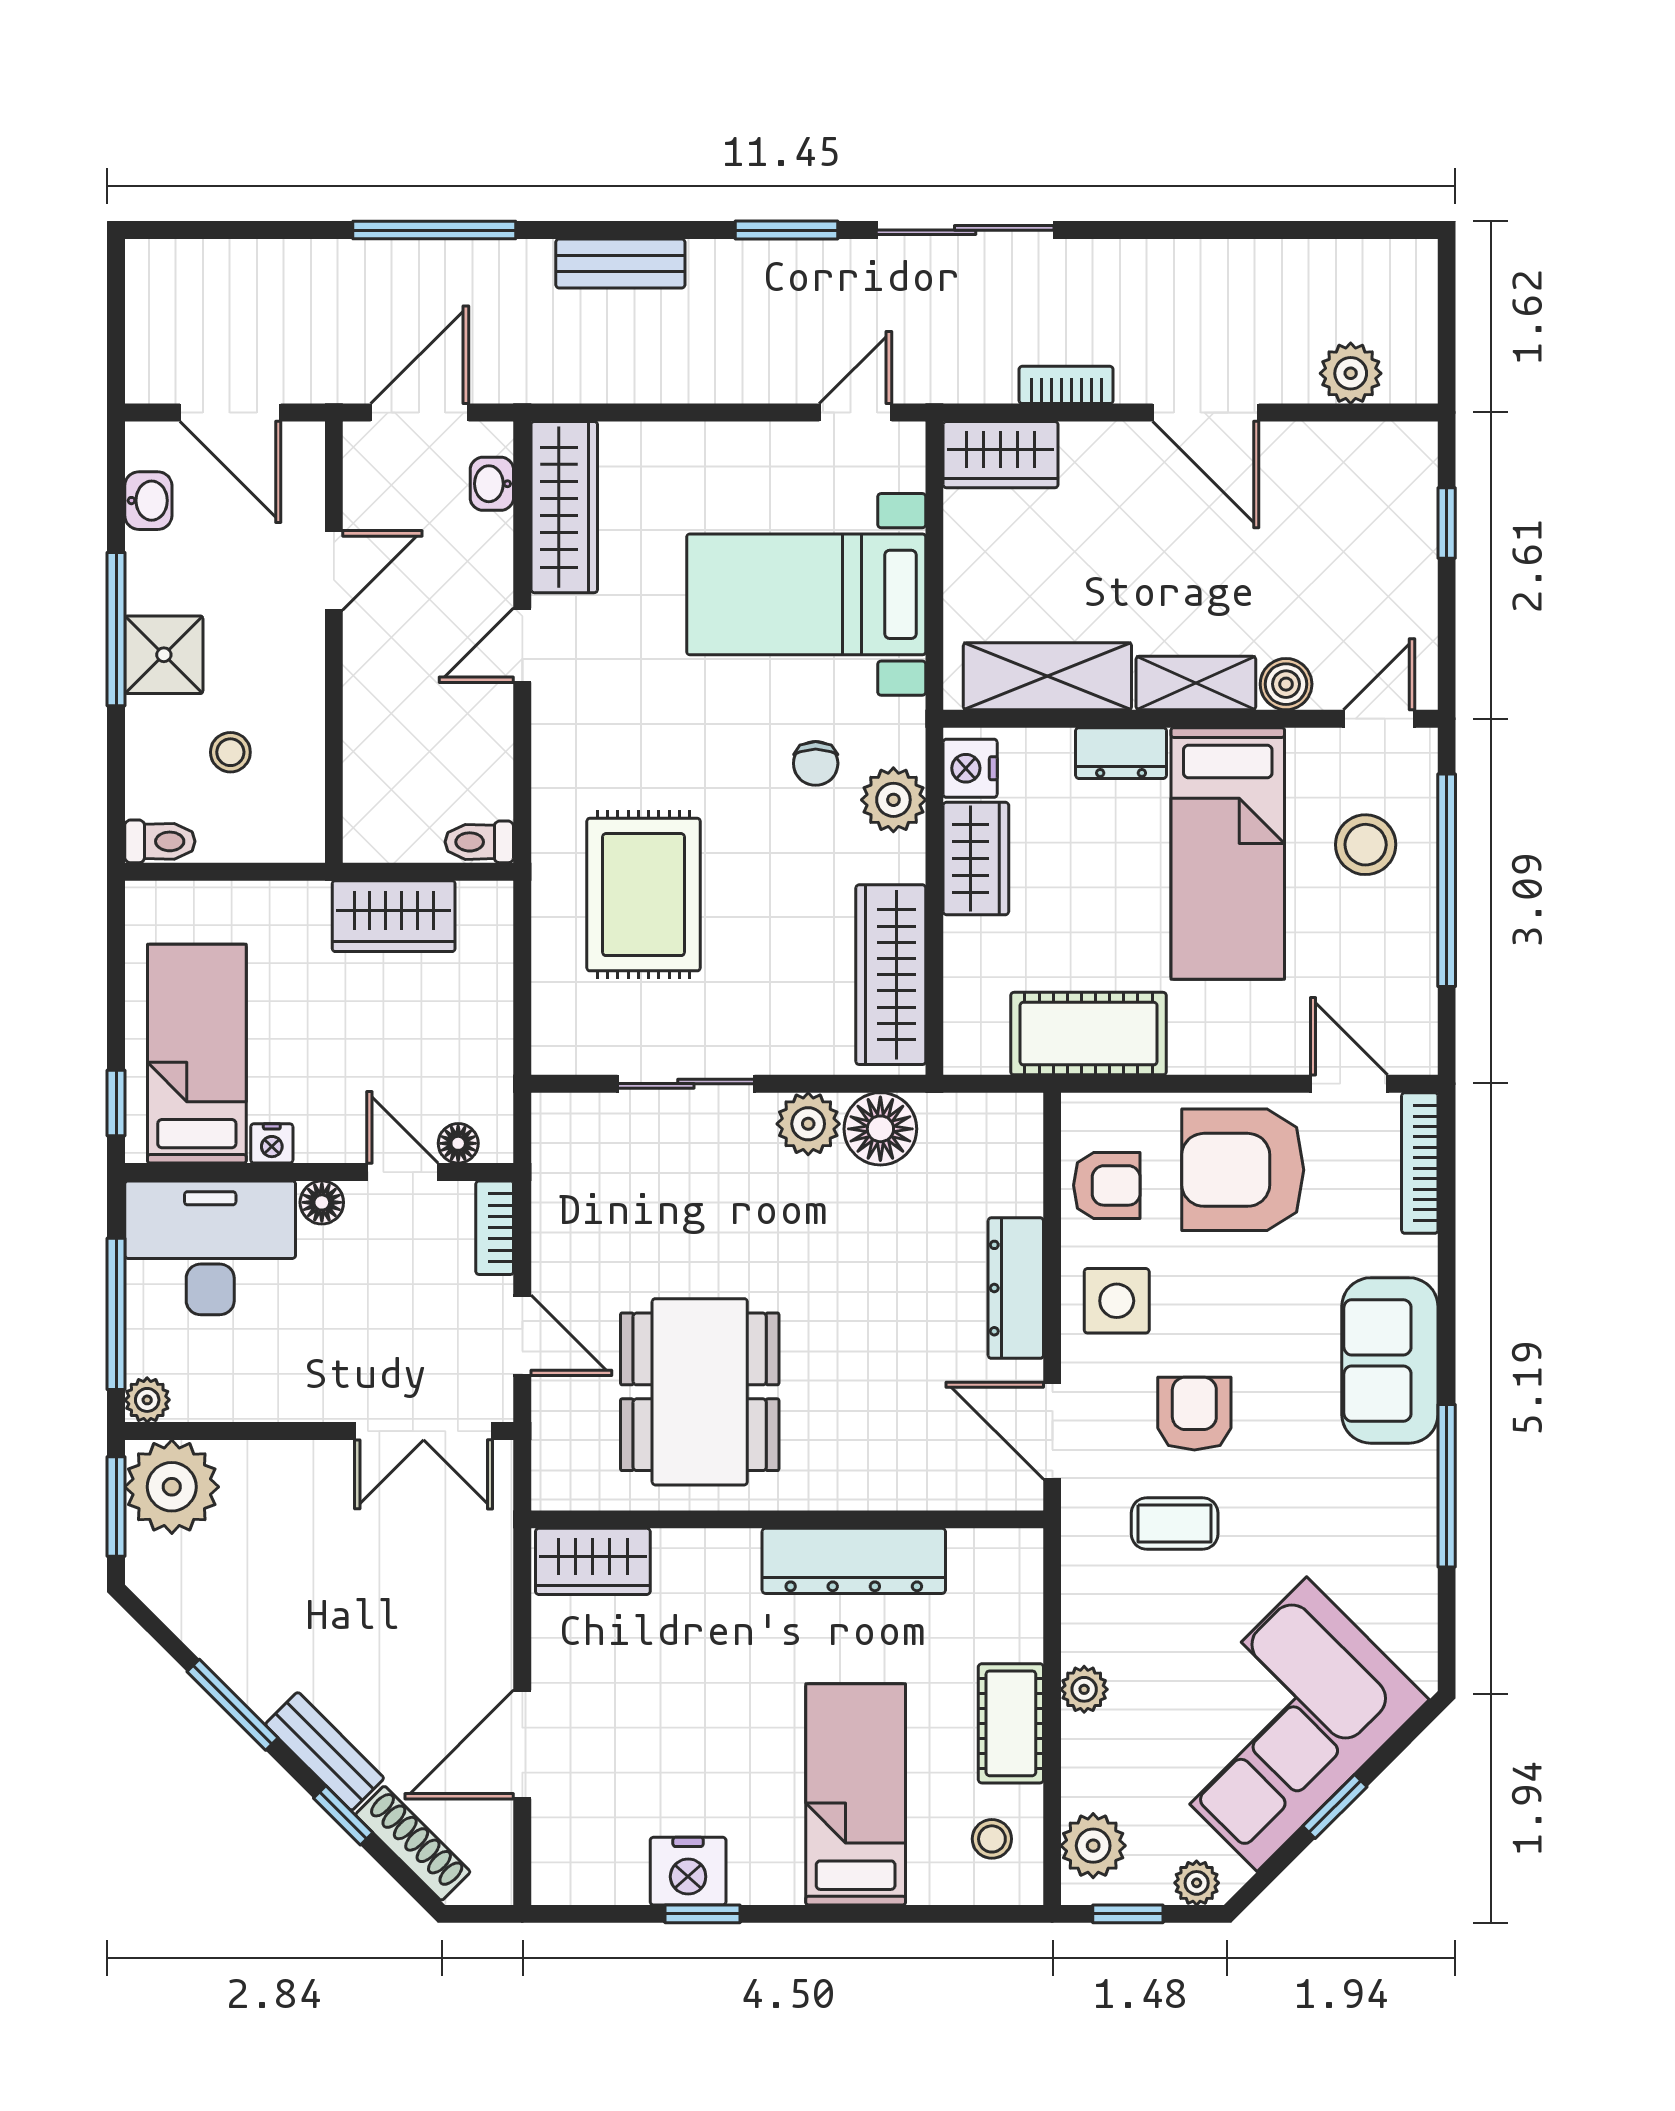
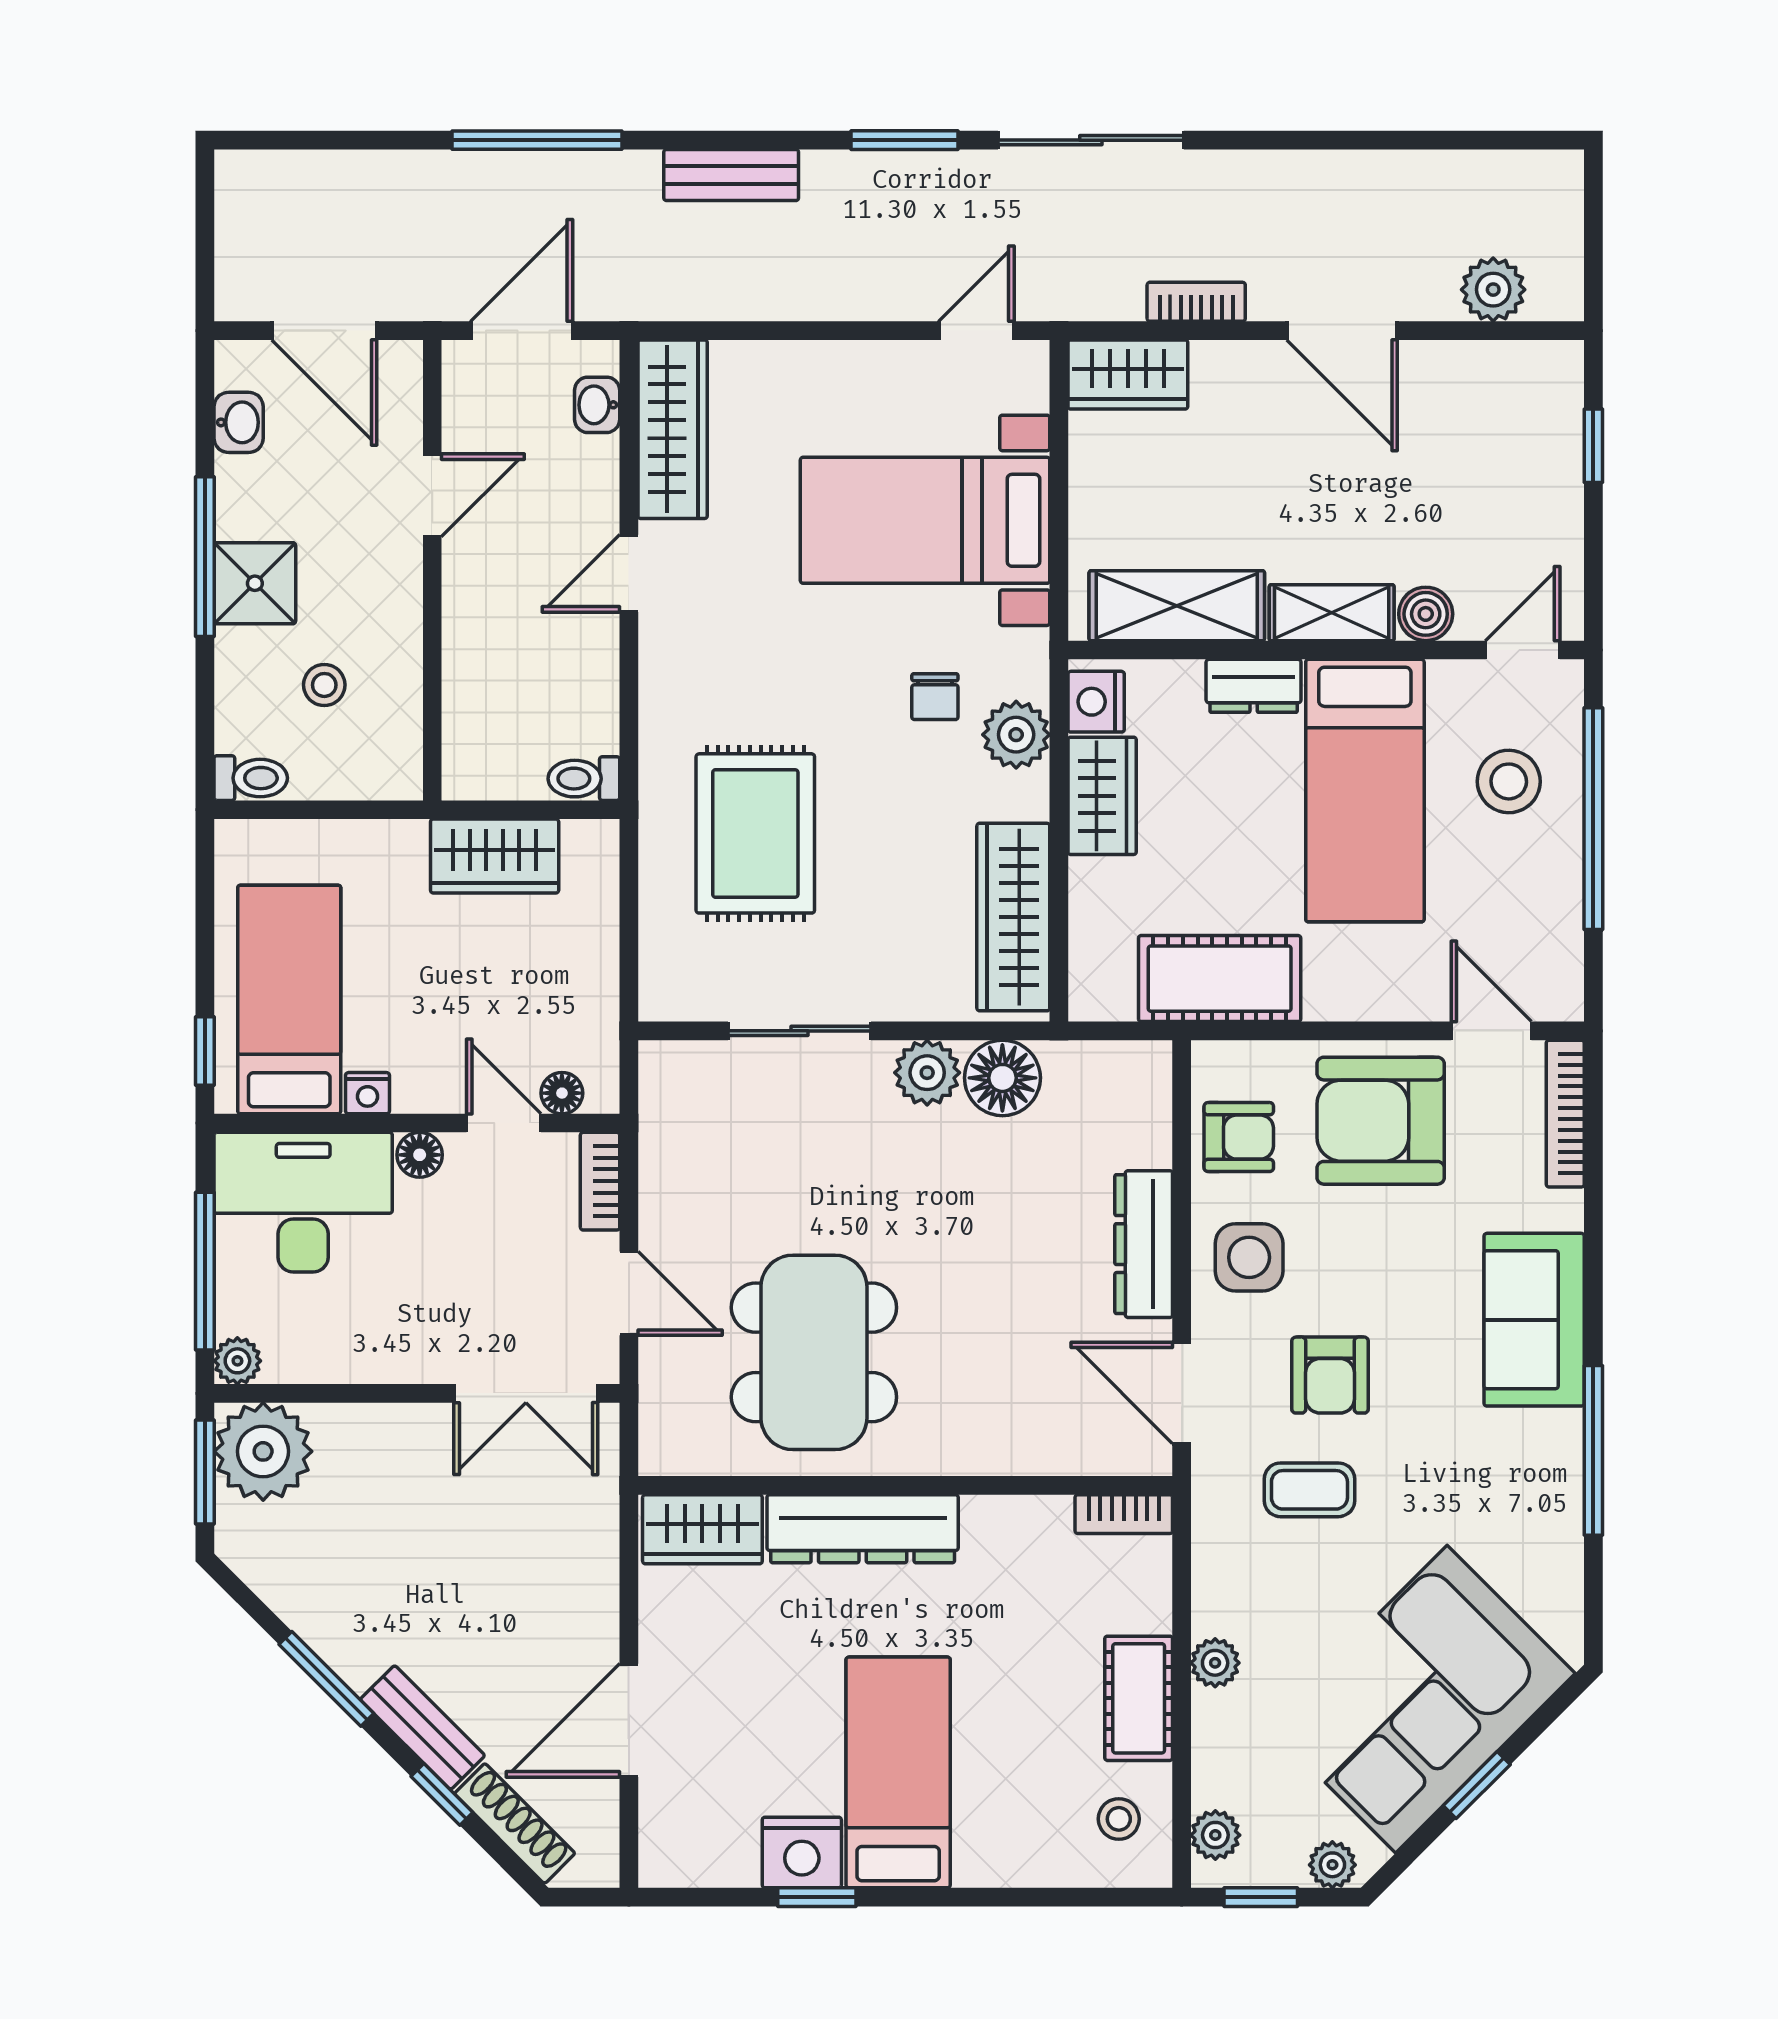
armchair: (1194, 1414) -> (1330, 1375), turned 180
bookcase: (997, 1547) -> (1124, 1514), added
dresser: (854, 1561) -> (863, 1529), moved
bed: (856, 1794) -> (898, 1772), moved
plant: (1093, 1846) -> (1215, 1835), width x0.73, depth x0.73

